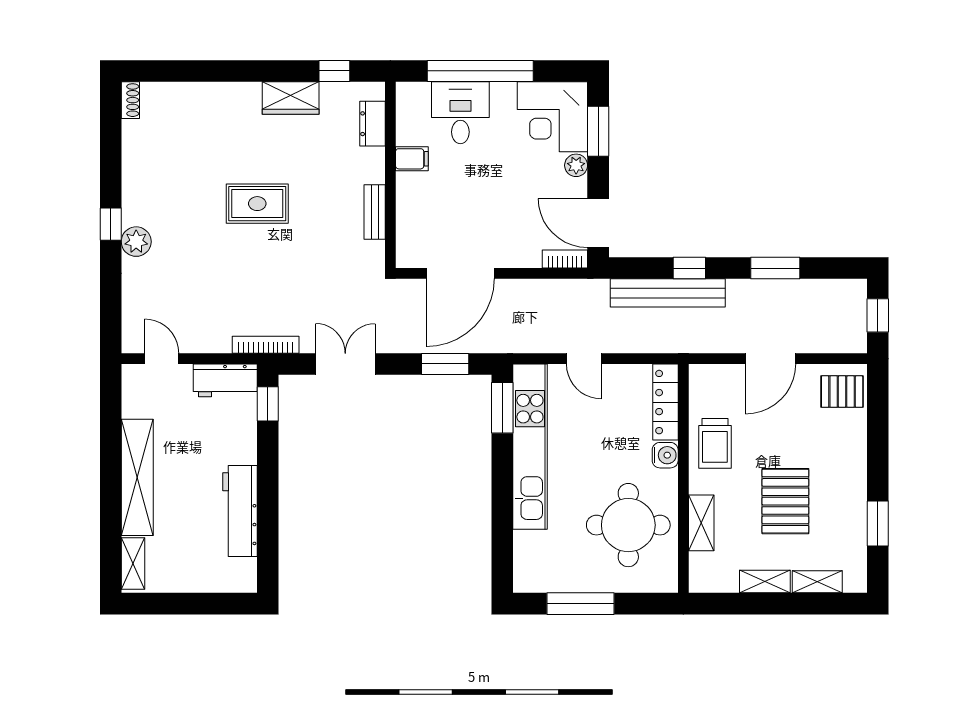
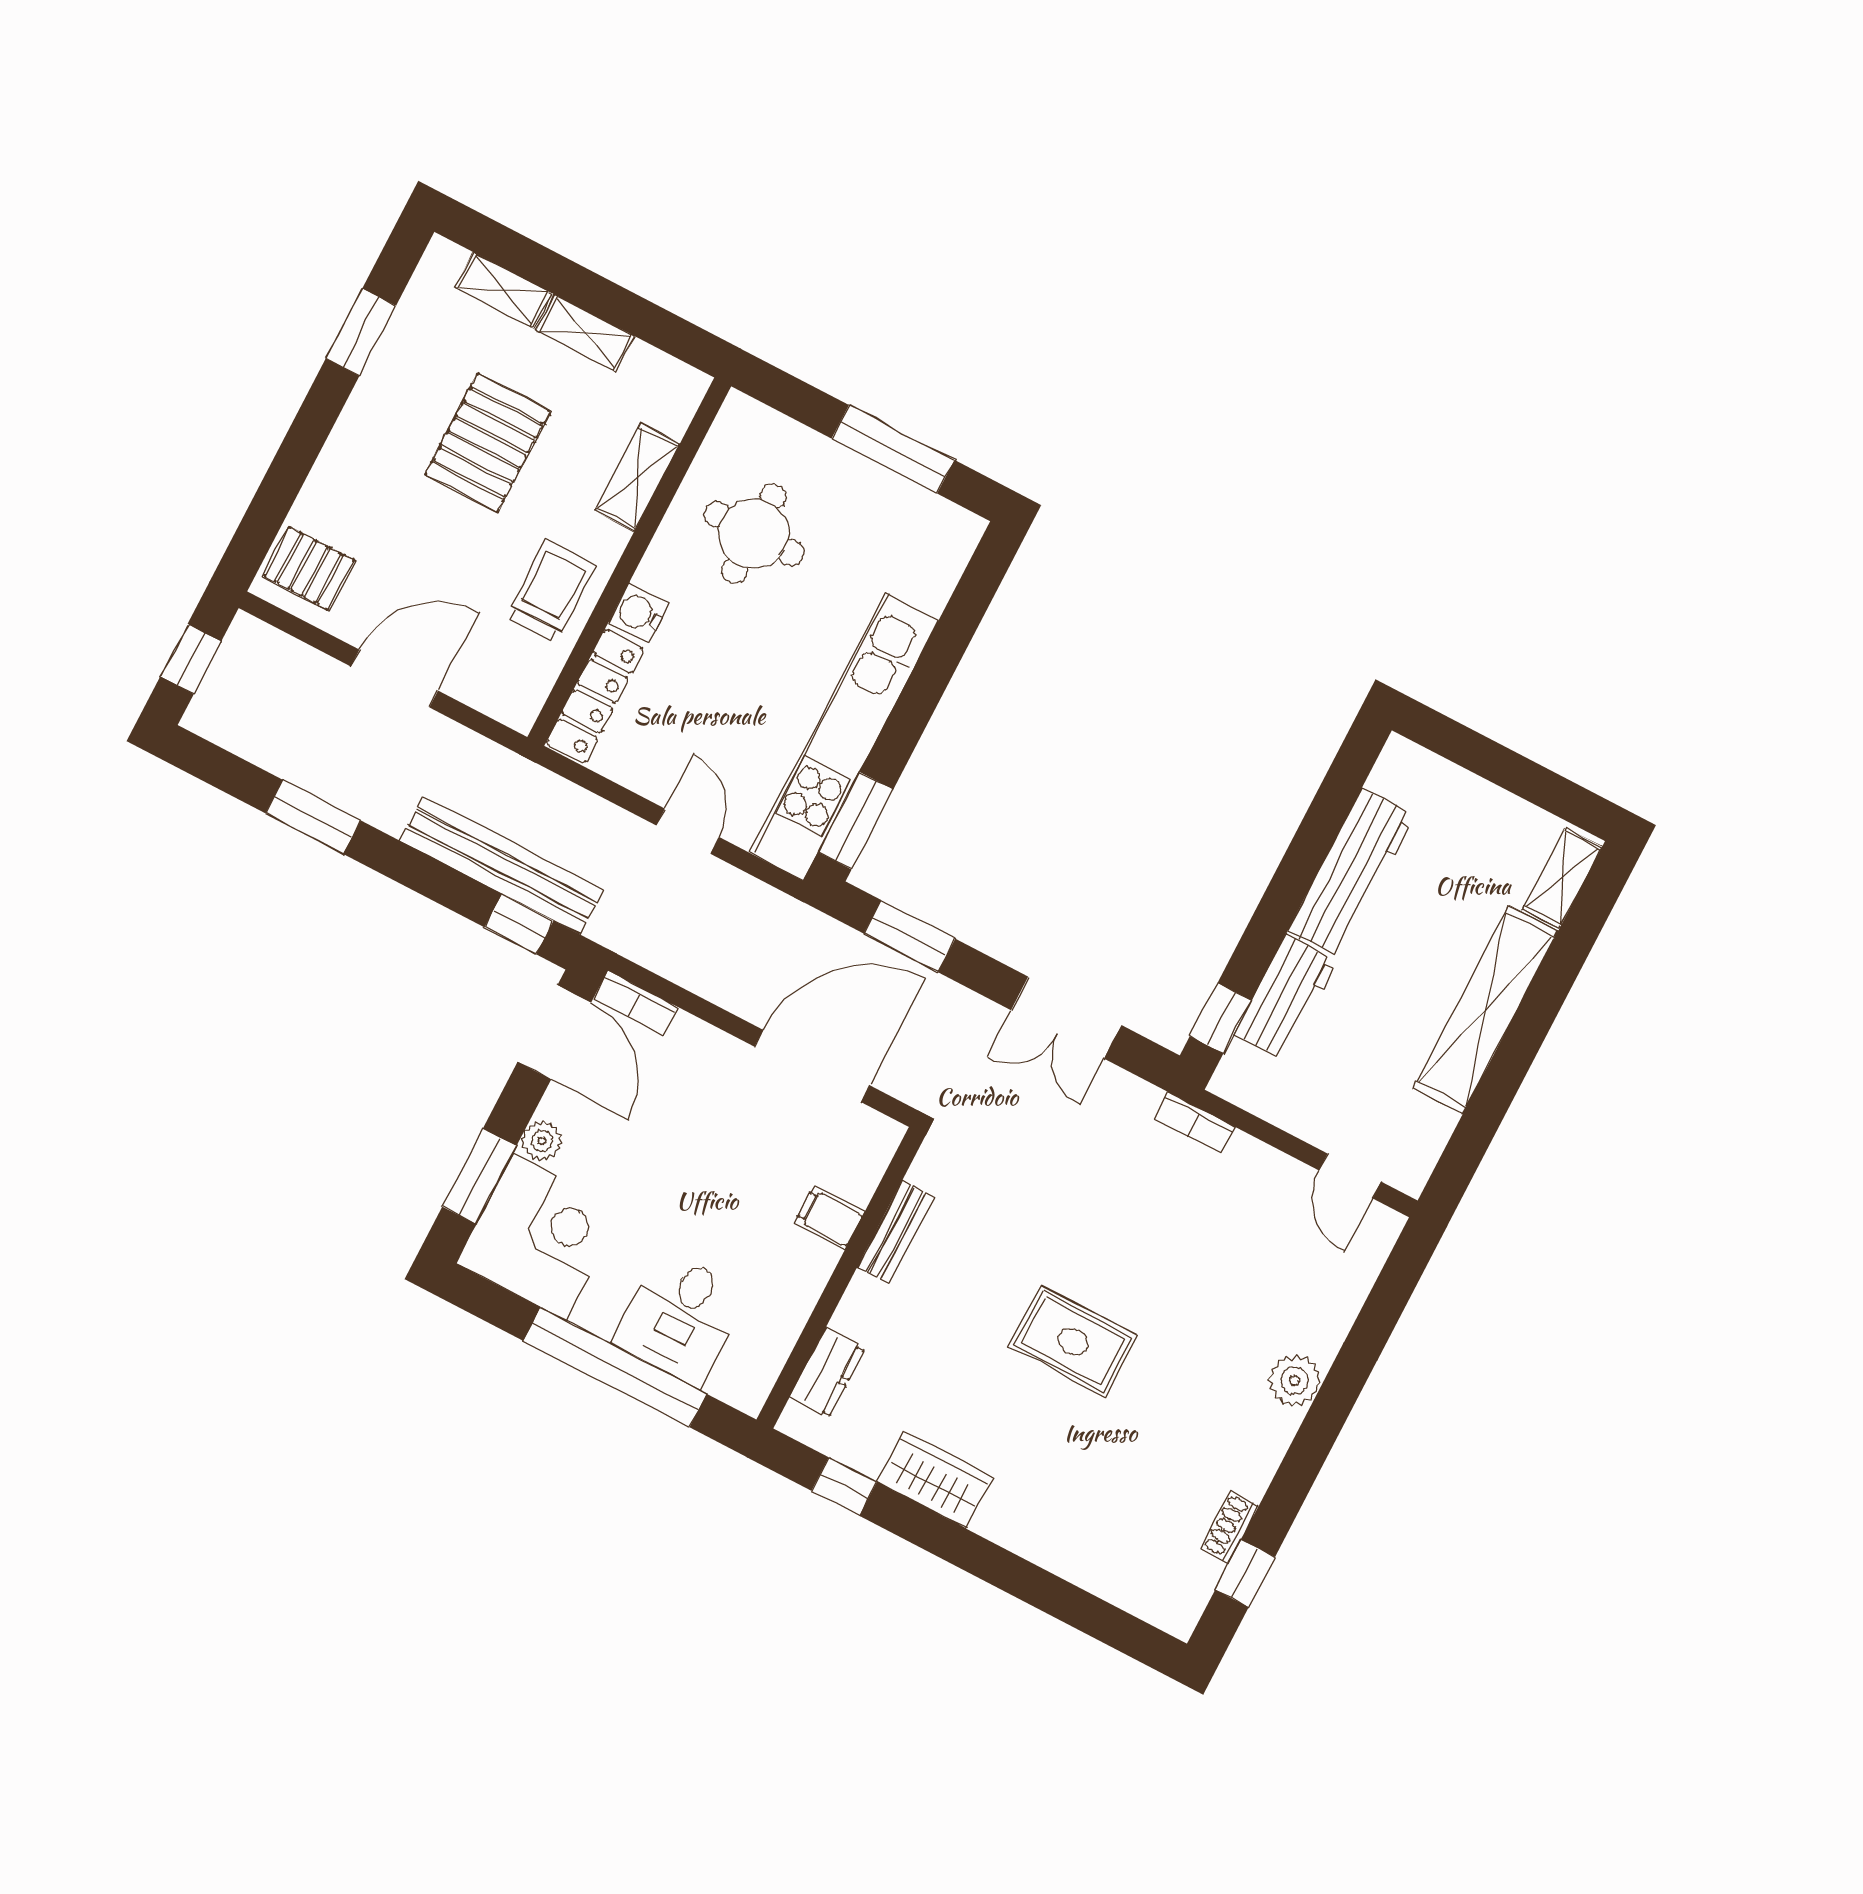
shoe rack: (130, 100) -> (1230, 1527), moved
filing cabinet: (412, 159) -> (829, 1217), moved
window: (111, 224) -> (1245, 1573), moved
window: (689, 268) -> (519, 924), moved
bookcase: (266, 345) -> (1194, 1123), width x0.64
workbench: (225, 380) -> (1285, 997), moved, turned 90
round table: (628, 525) -> (754, 534), width x0.73, depth x0.73

